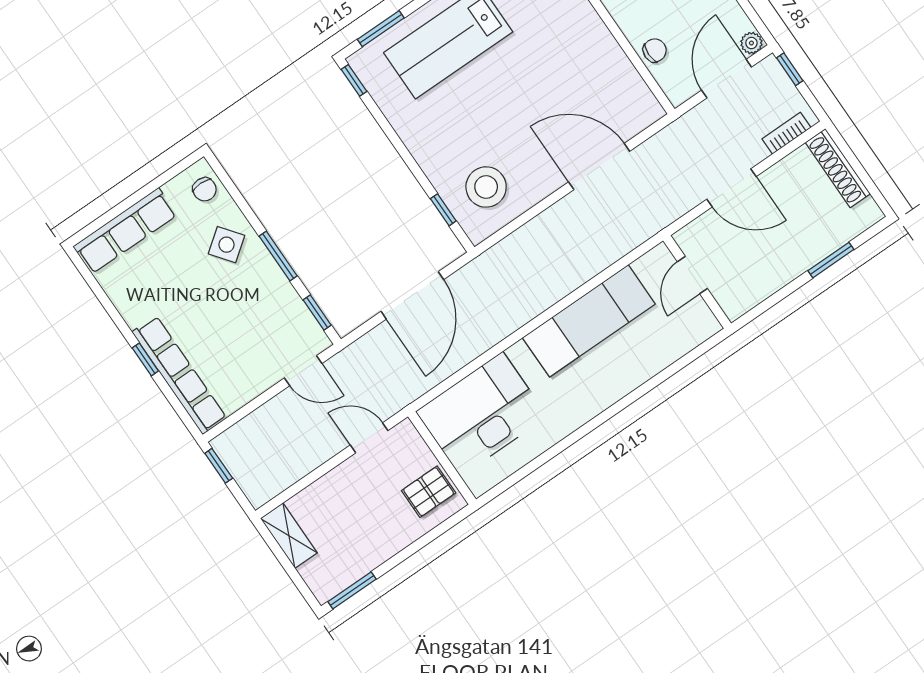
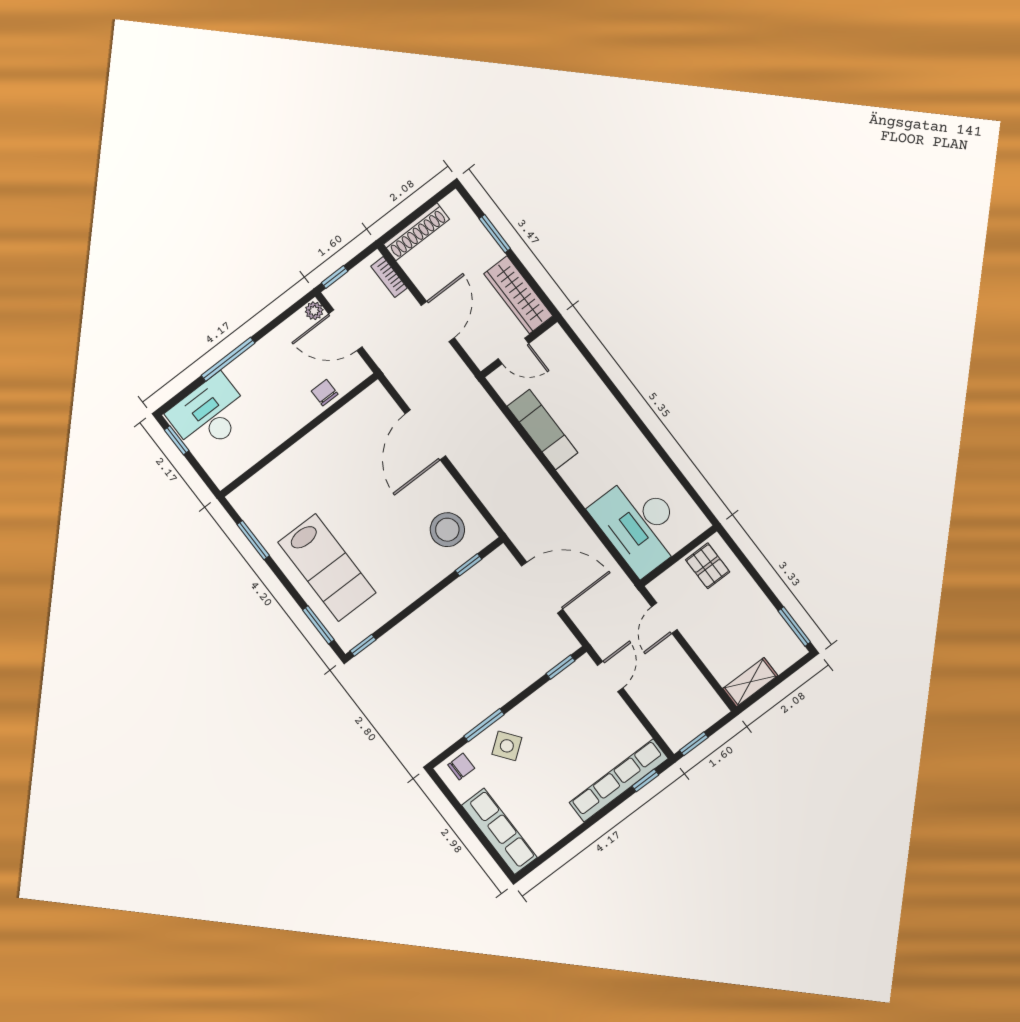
window: (278, 256) -> (484, 725), moved
wardrobe: (758, 284) -> (518, 295), added
exam couch: (589, 321) -> (542, 429), width x0.73, depth x0.69
window: (145, 359) -> (645, 780), moved

